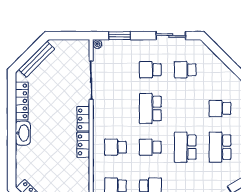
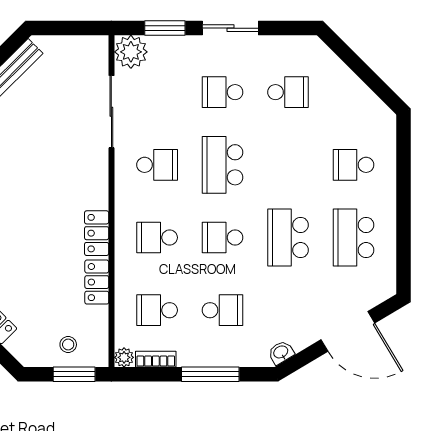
sliding door: (171, 36) -> (230, 28), moved
plant: (97, 44) -> (131, 52), width x1.88, depth x1.88
school desk: (185, 70) -> (288, 92), turned 180
school desk: (115, 108) -> (157, 165), added
locker: (83, 119) -> (97, 282), moved

